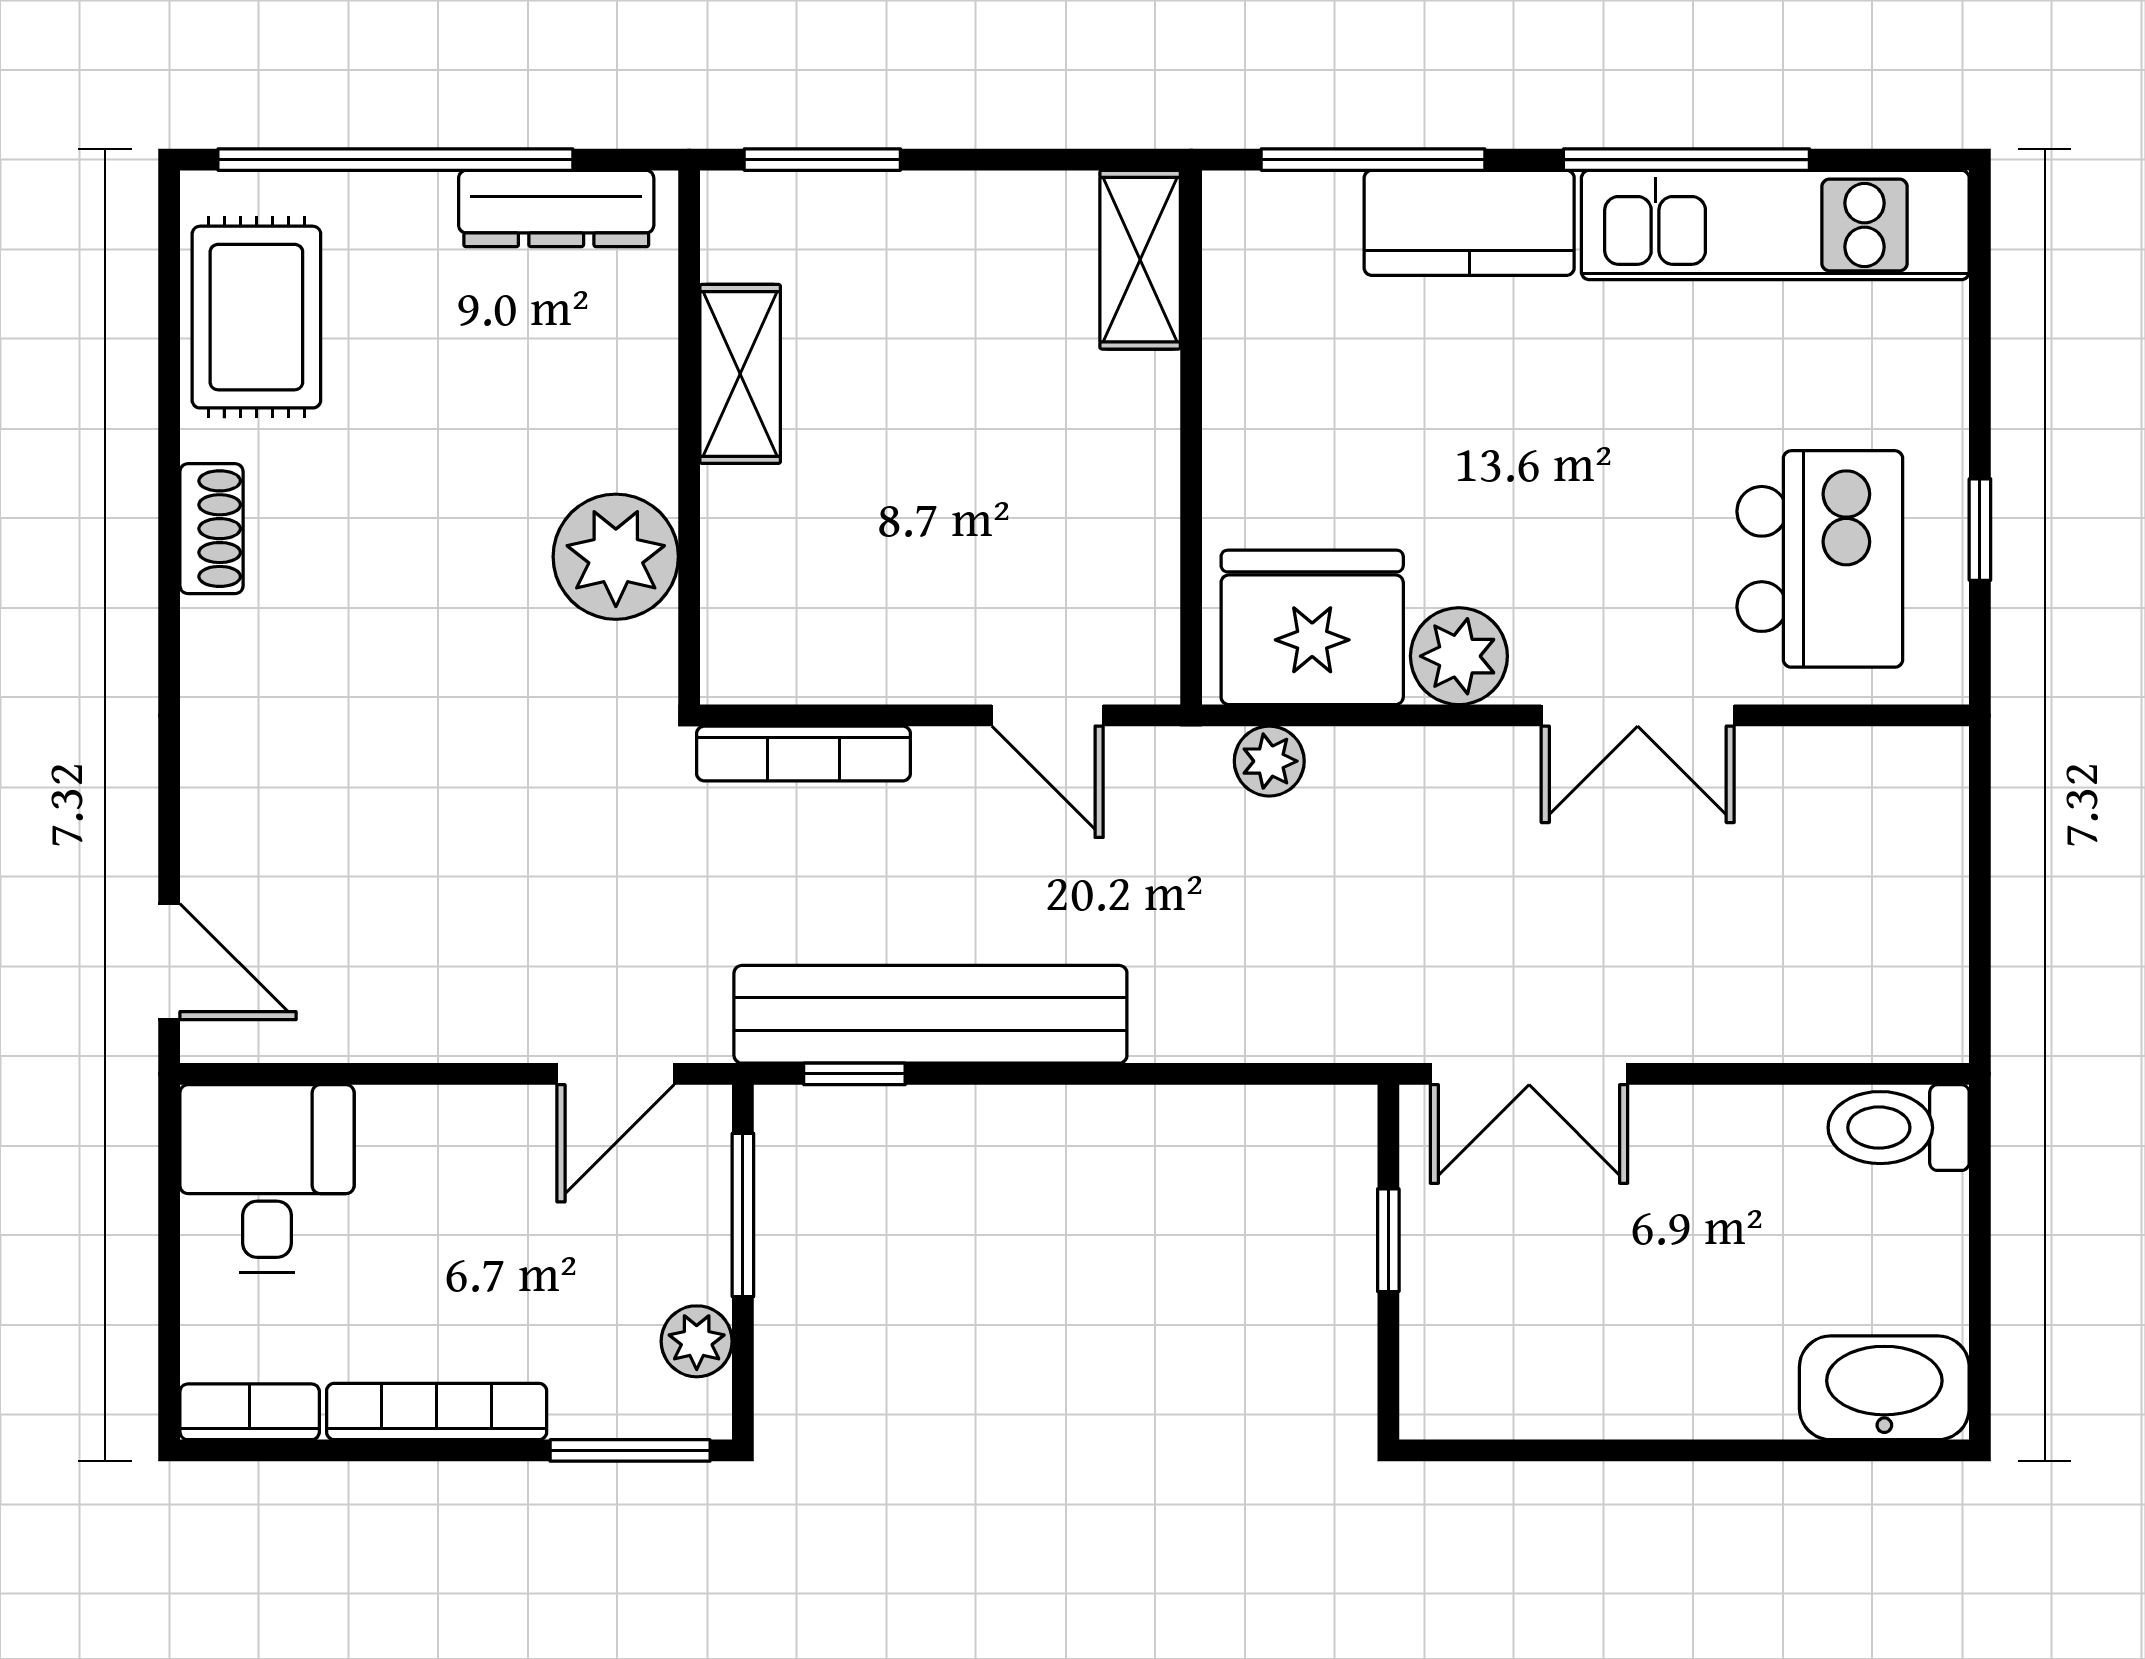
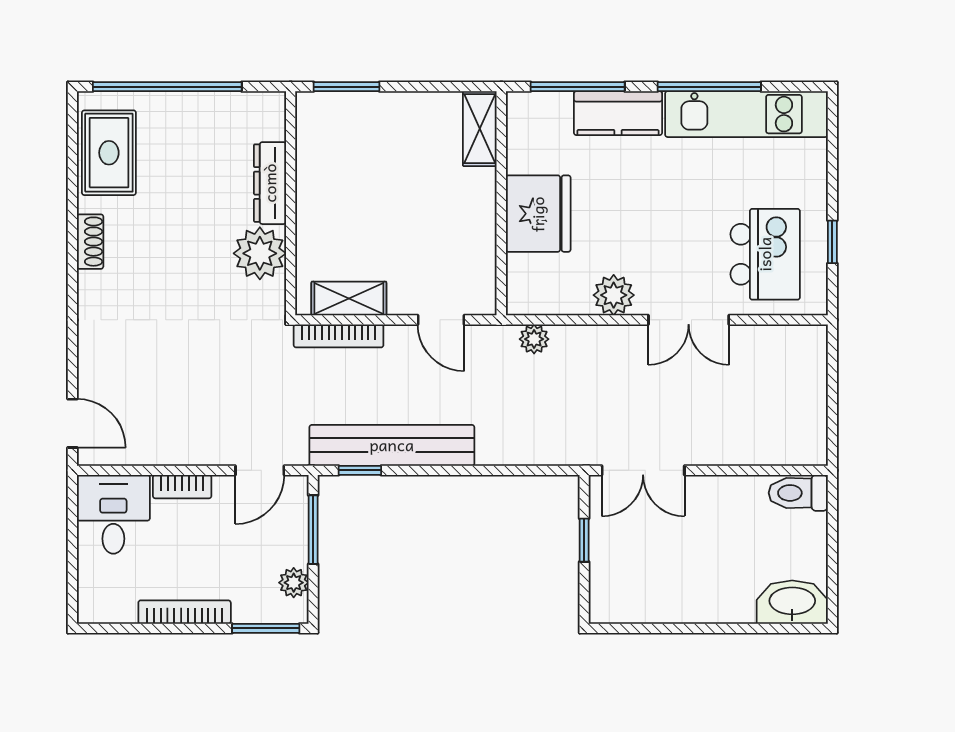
dresser: (556, 209) -> (270, 183), moved, turned 90
shelving: (740, 374) -> (349, 298), moved, turned 90
fridge: (1312, 627) -> (538, 214), moved, turned 90
bookcase: (250, 1412) -> (182, 487), moved, turned 180

